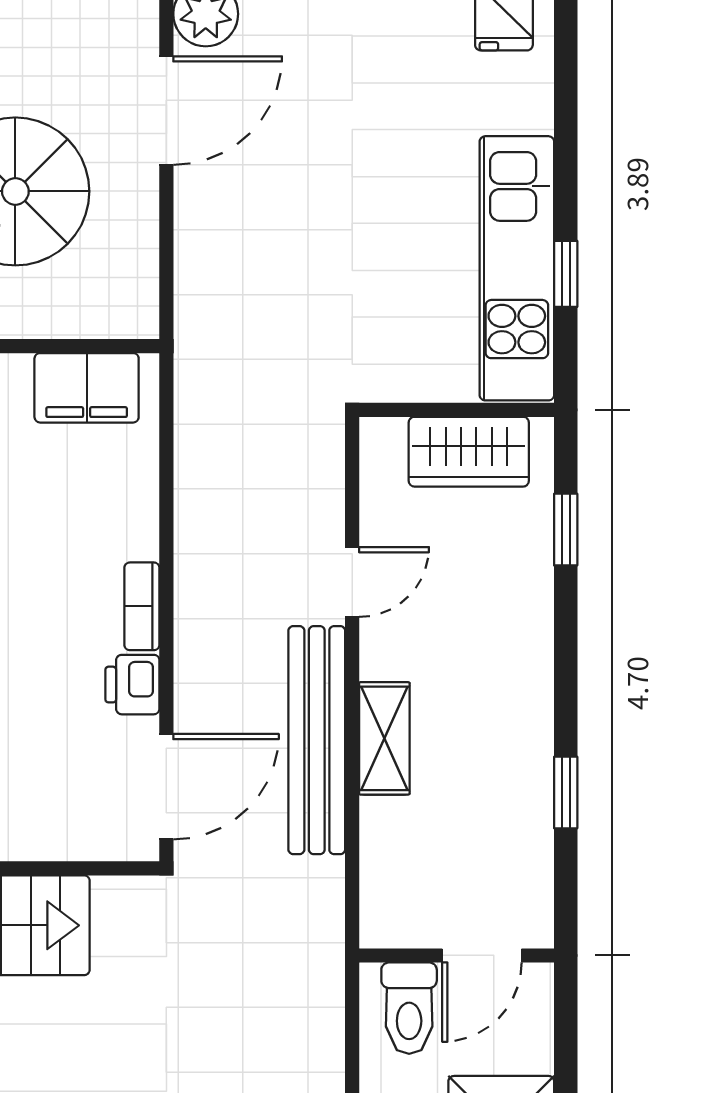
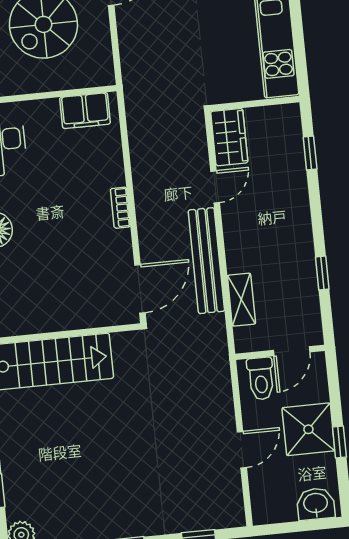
window: (566, 274) -> (298, 36), removed
wardrobe: (469, 452) -> (229, 137), moved, turned -90
printer: (132, 685) -> (120, 244), removed
shelving: (384, 738) -> (241, 300), moved

